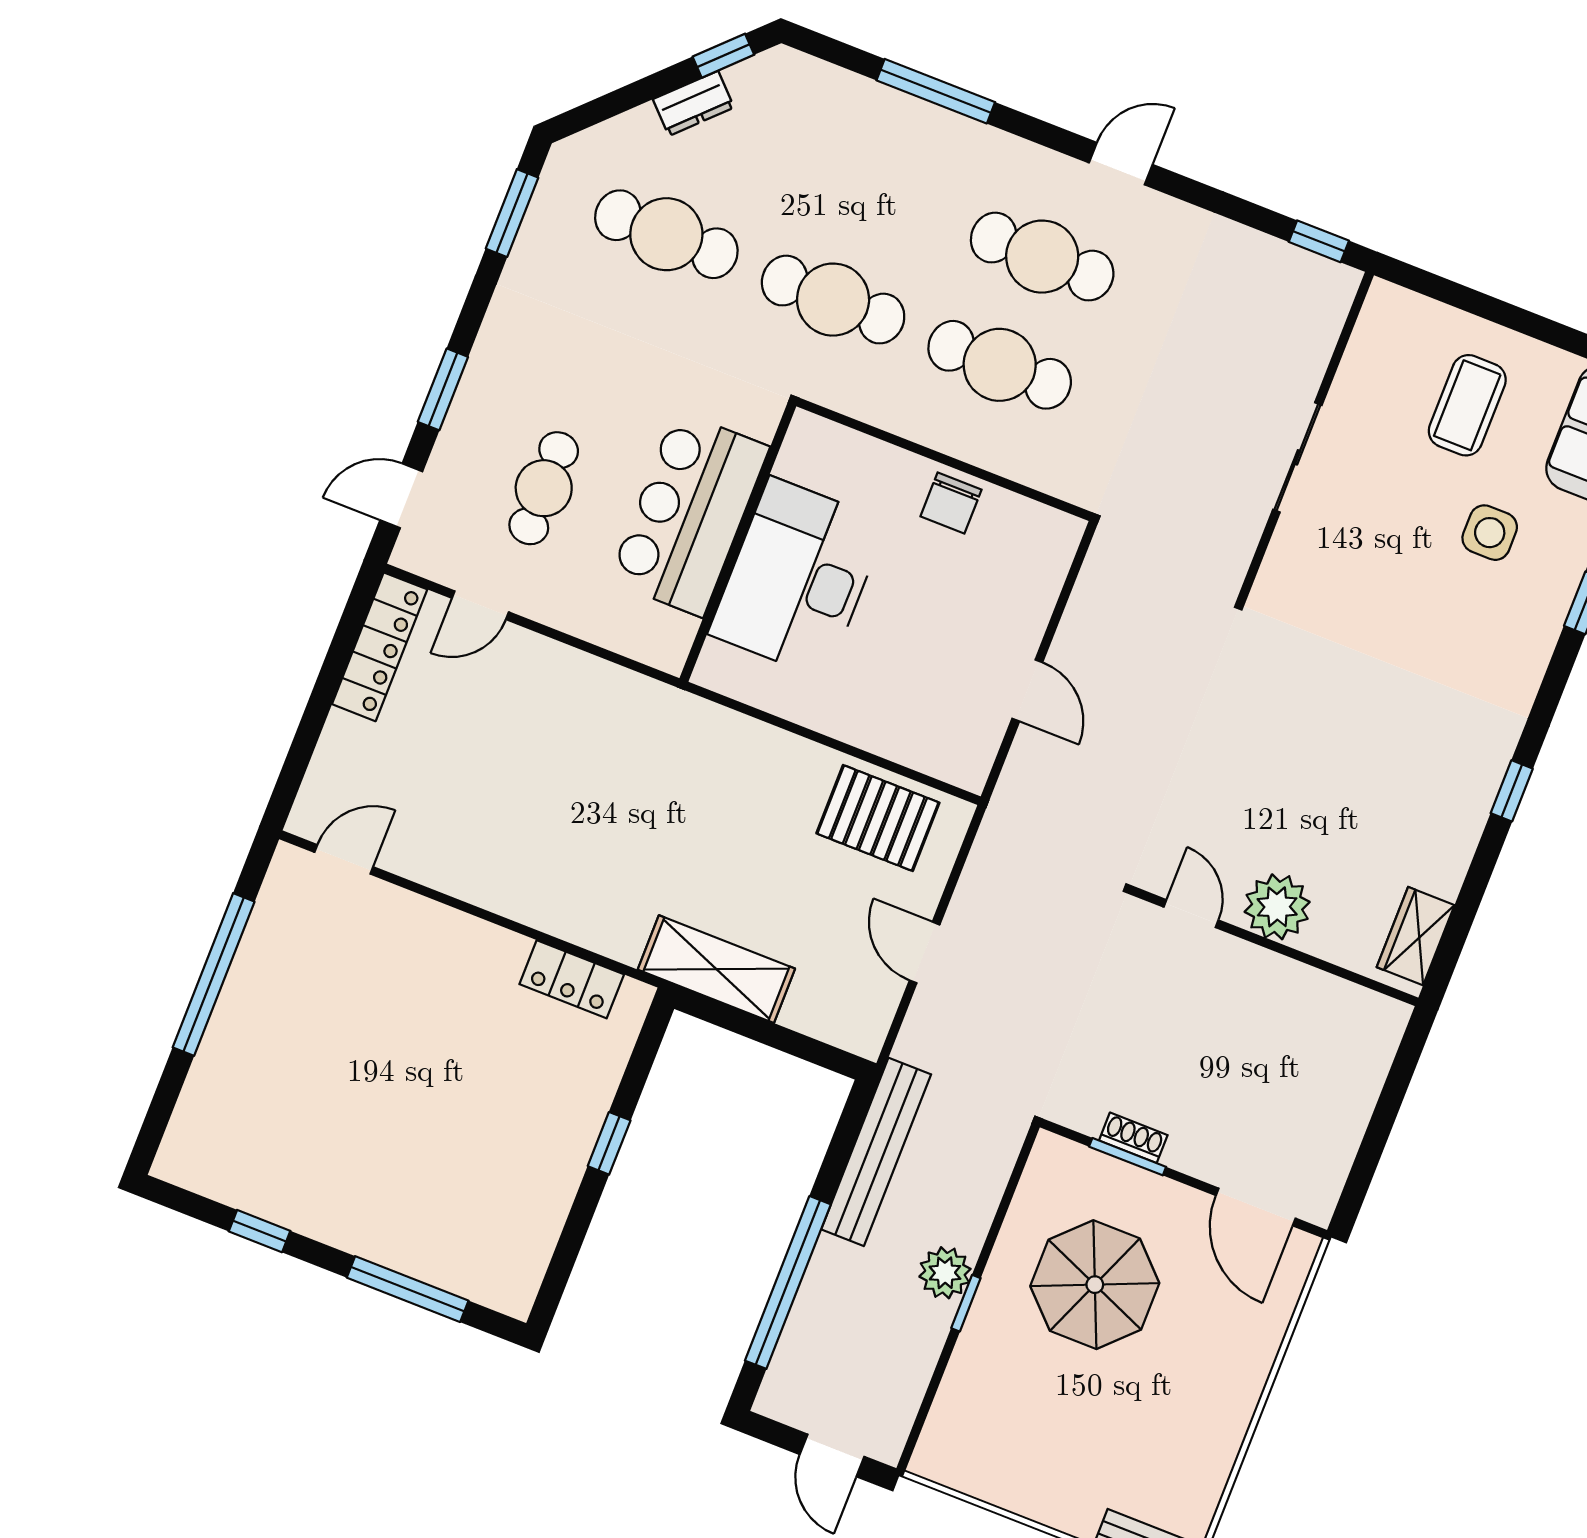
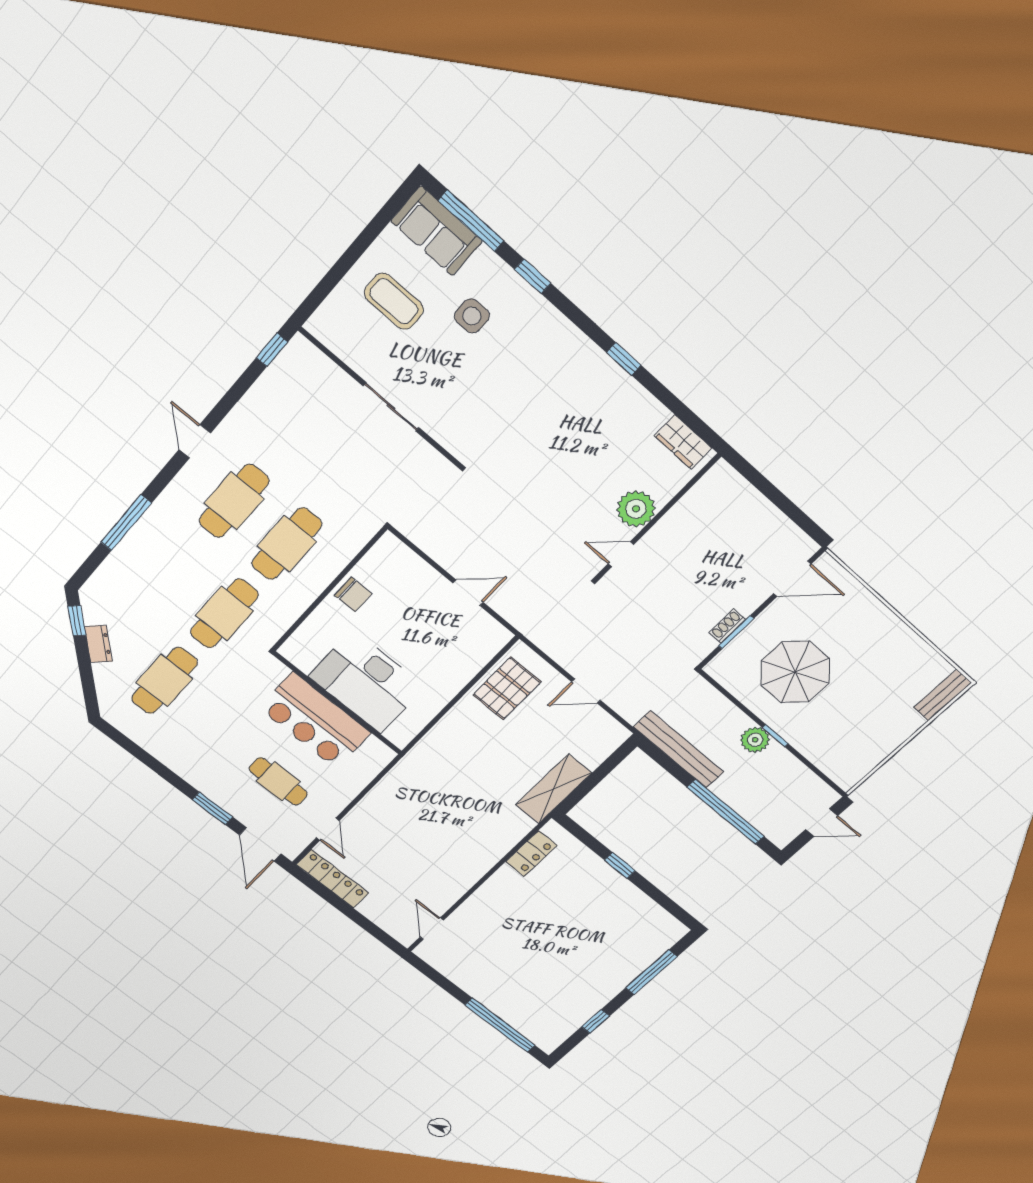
window: (512, 213) -> (131, 747), removed
door: (401, 496) -> (260, 844), width x1.38
window: (214, 975) -> (500, 1025), moved

